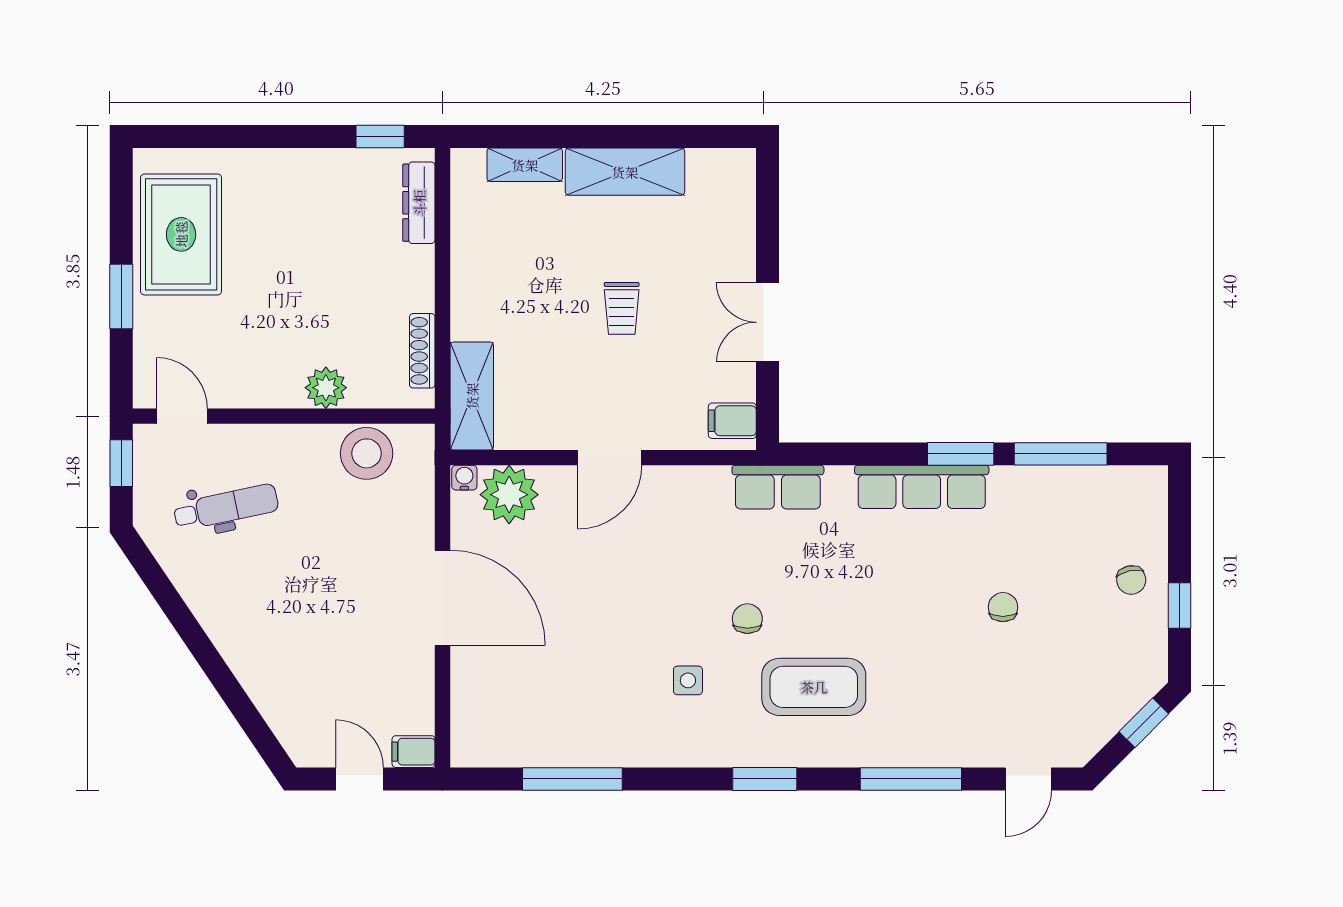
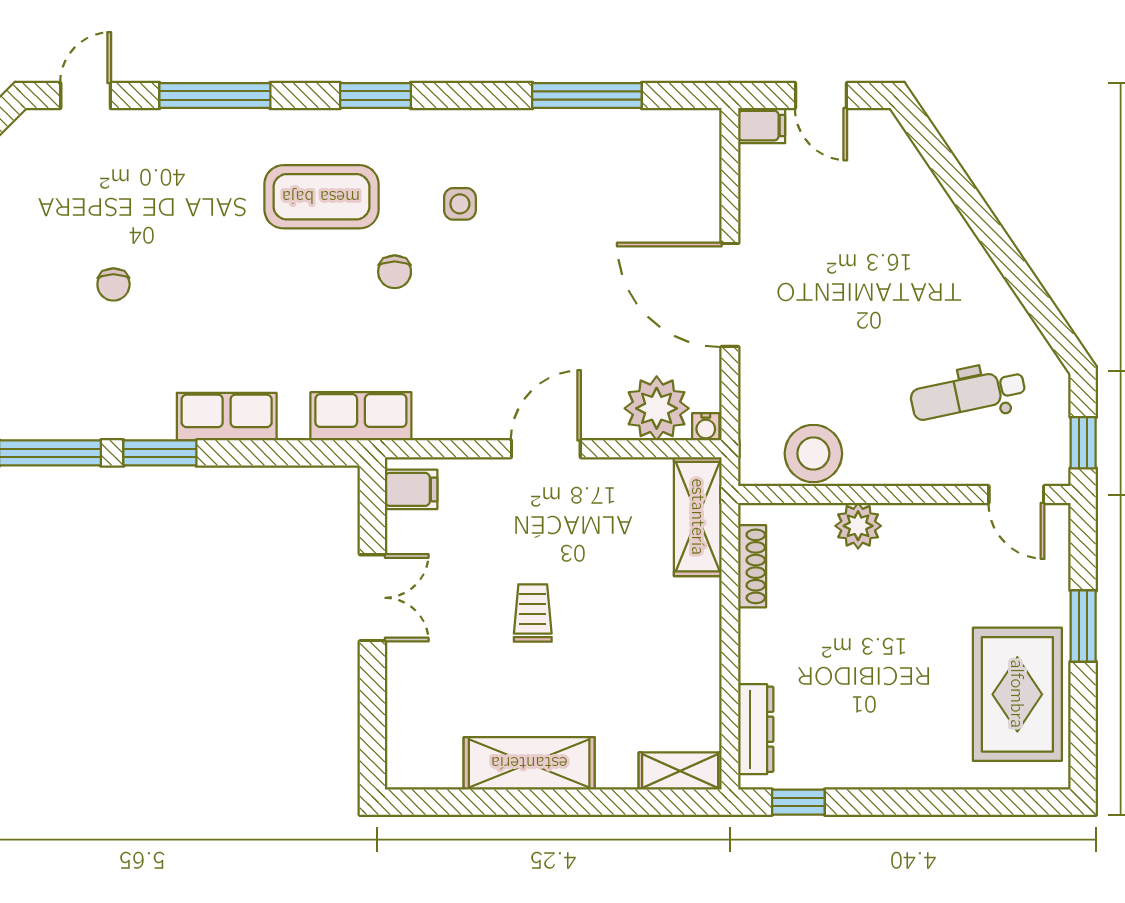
shelving: (525, 165) -> (680, 771), moved
row of seats: (922, 487) -> (227, 417), width x0.68

